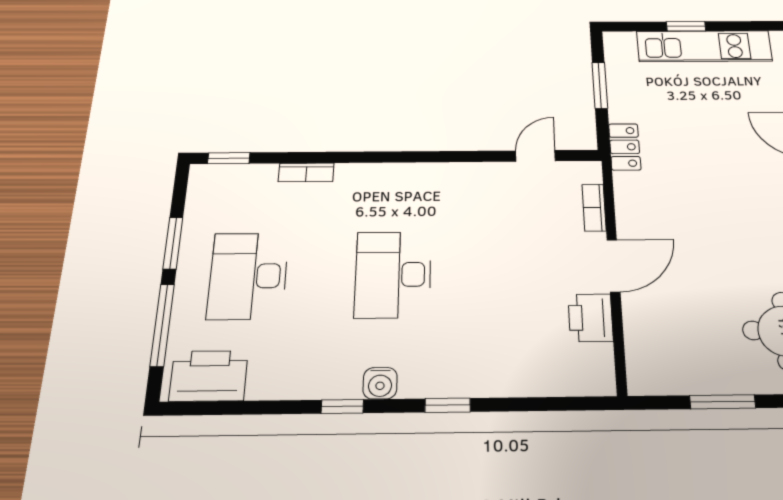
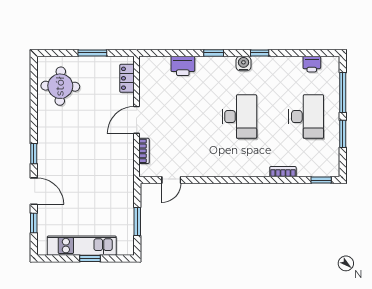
locker: (625, 147) -> (127, 78), moved
printer: (591, 318) -> (183, 66), moved, turned 90
printer: (209, 376) -> (312, 64), width x0.53, depth x0.68

